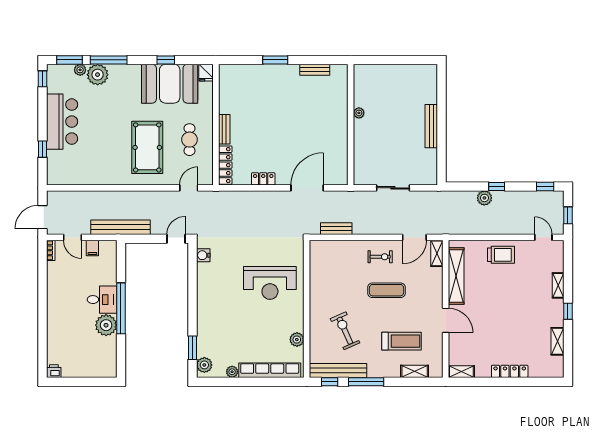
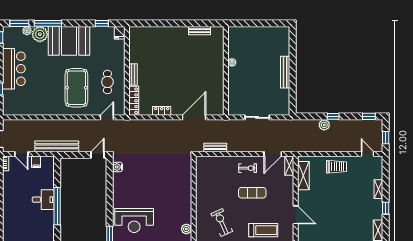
window: (166, 60) -> (102, 23), moved
window: (275, 60) -> (170, 23), removed
booth: (170, 84) -> (69, 41), moved
shelving: (456, 276) -> (303, 176), width x0.68
reception desk: (270, 283) -> (134, 220), moved
plant: (106, 325) -> (46, 218), removed

